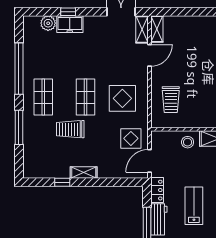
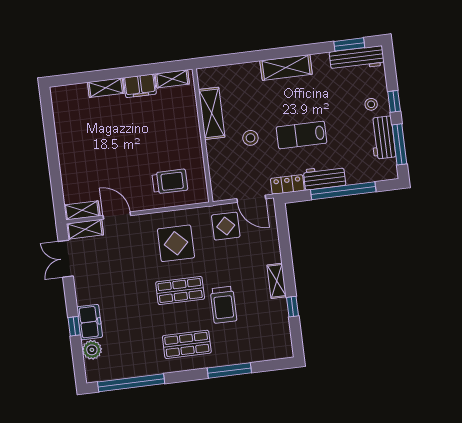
window: (19, 69) -> (131, 383), moved
stool: (188, 142) -> (250, 138), moved

